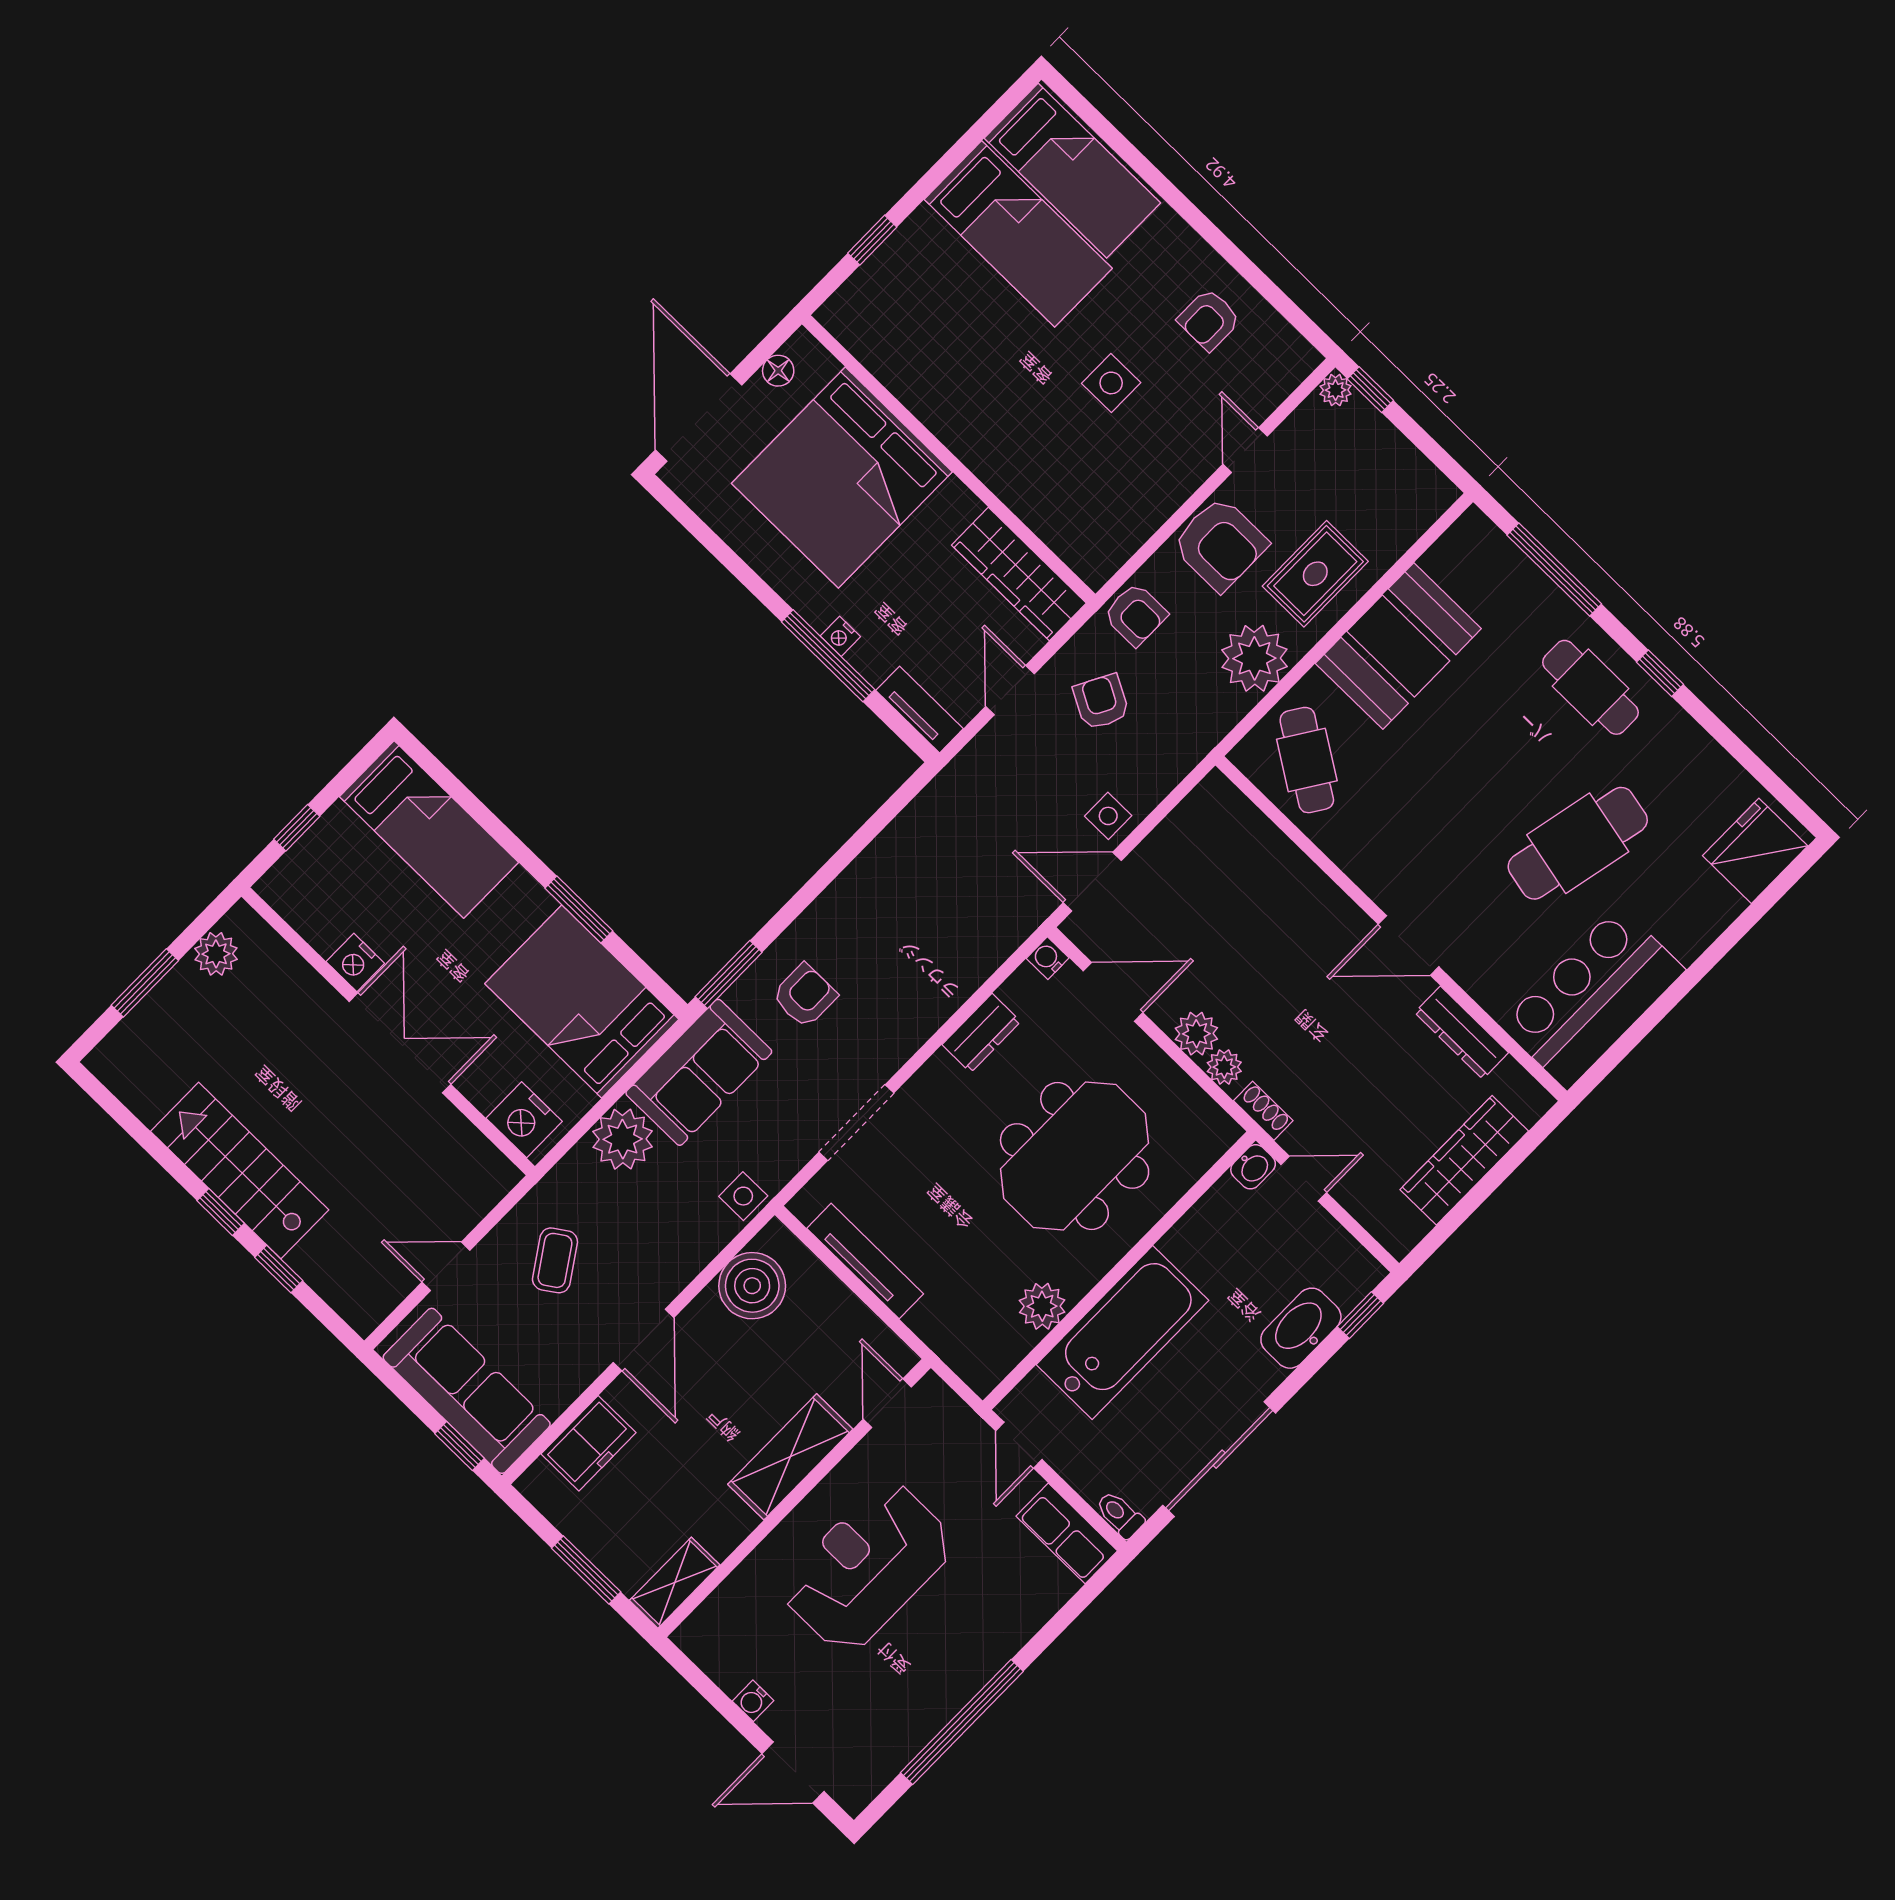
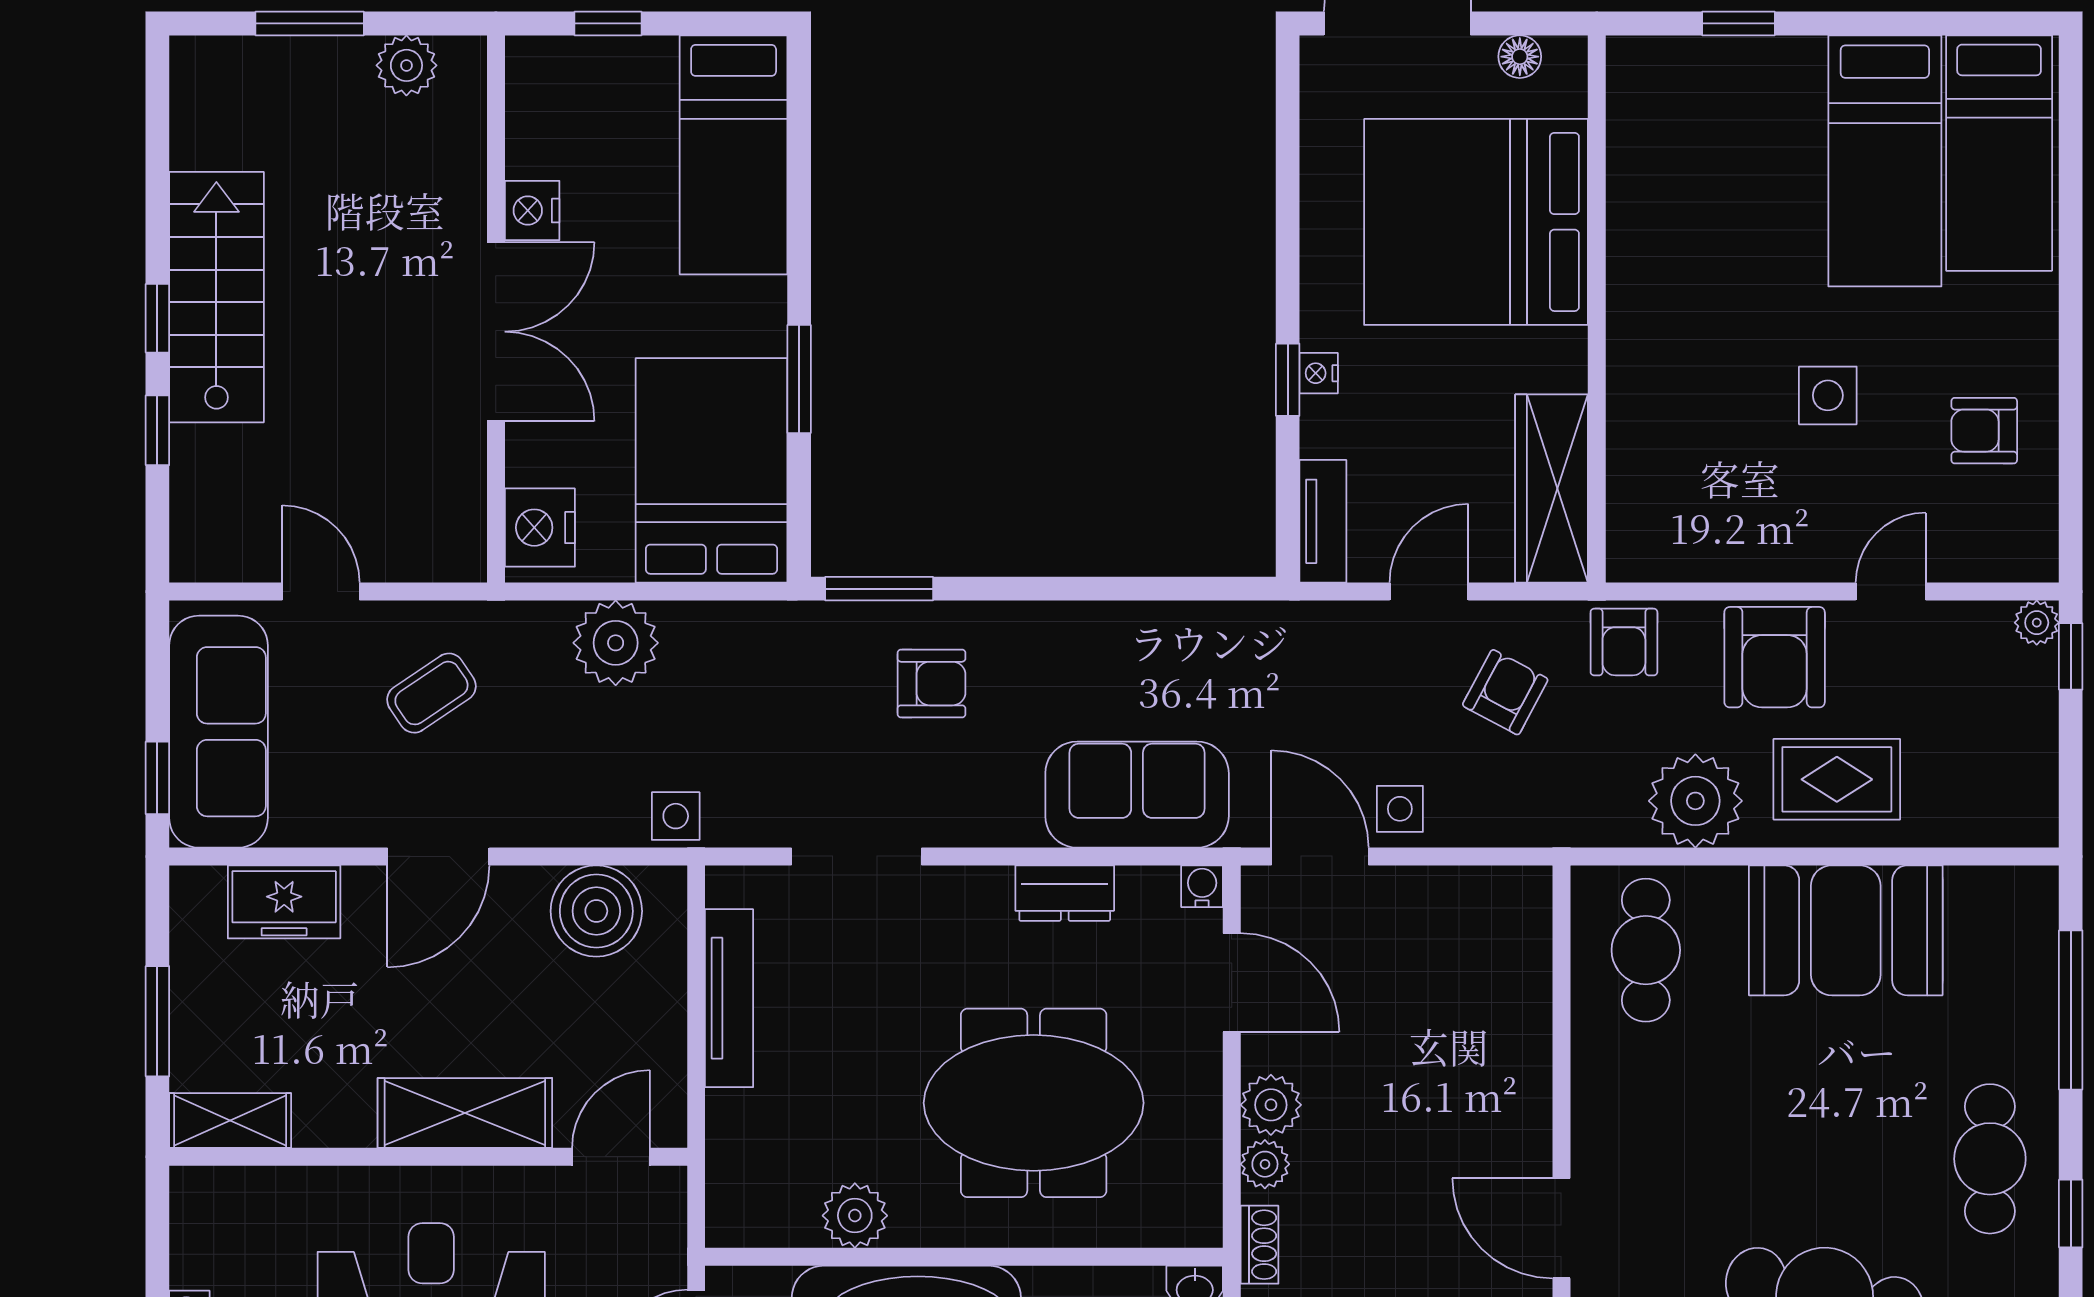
window: (828, 656) -> (1288, 380), width x0.46
cafe table: (1307, 760) -> (1646, 950), turned -33
sofa: (699, 1072) -> (1137, 795), moved, turned 180

